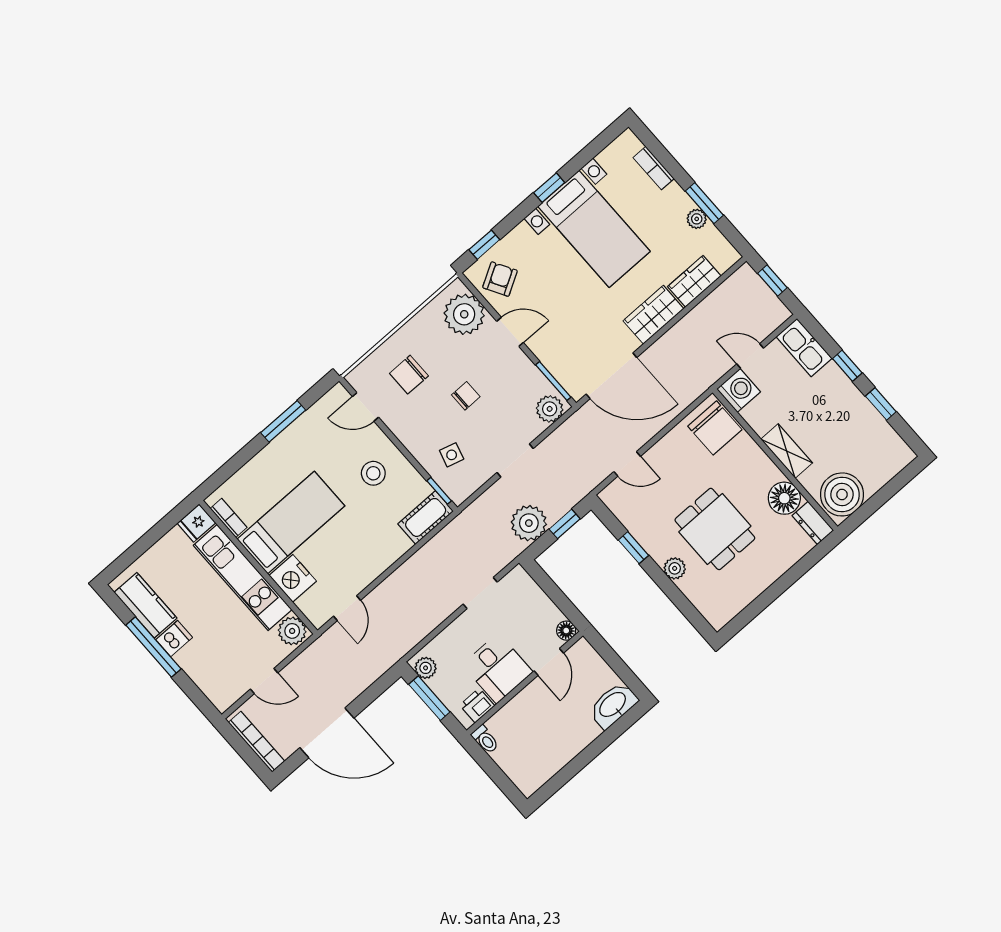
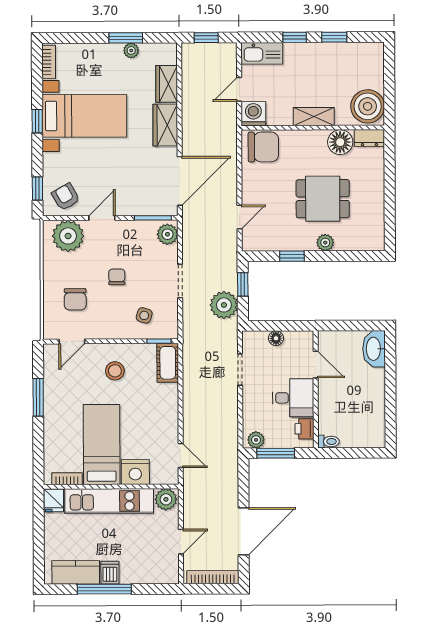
bookcase: (654, 168) -> (49, 62), moved, turned -90
floor lamp: (566, 631) -> (276, 338), moved

